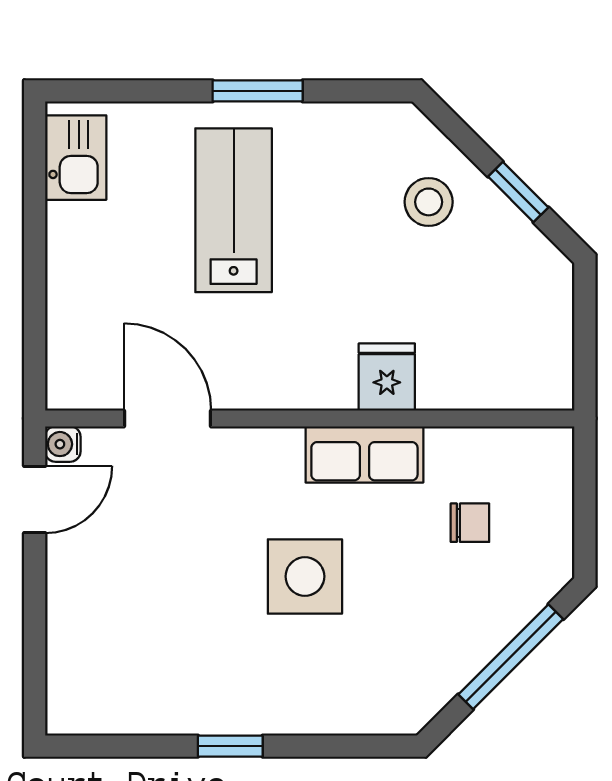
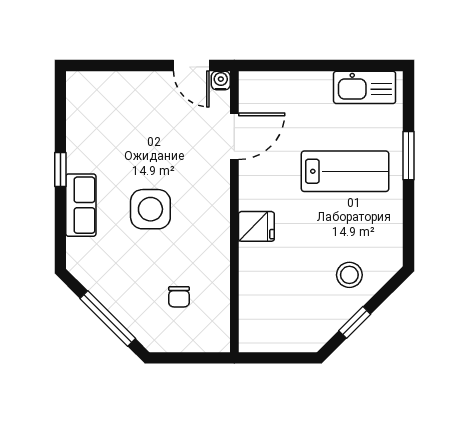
window: (258, 91) -> (408, 156), moved
kitchen sink: (76, 158) -> (365, 87), width x1.38
fridge: (387, 377) -> (256, 226), moved
row of seats: (364, 454) -> (81, 205), moved, turned 180

